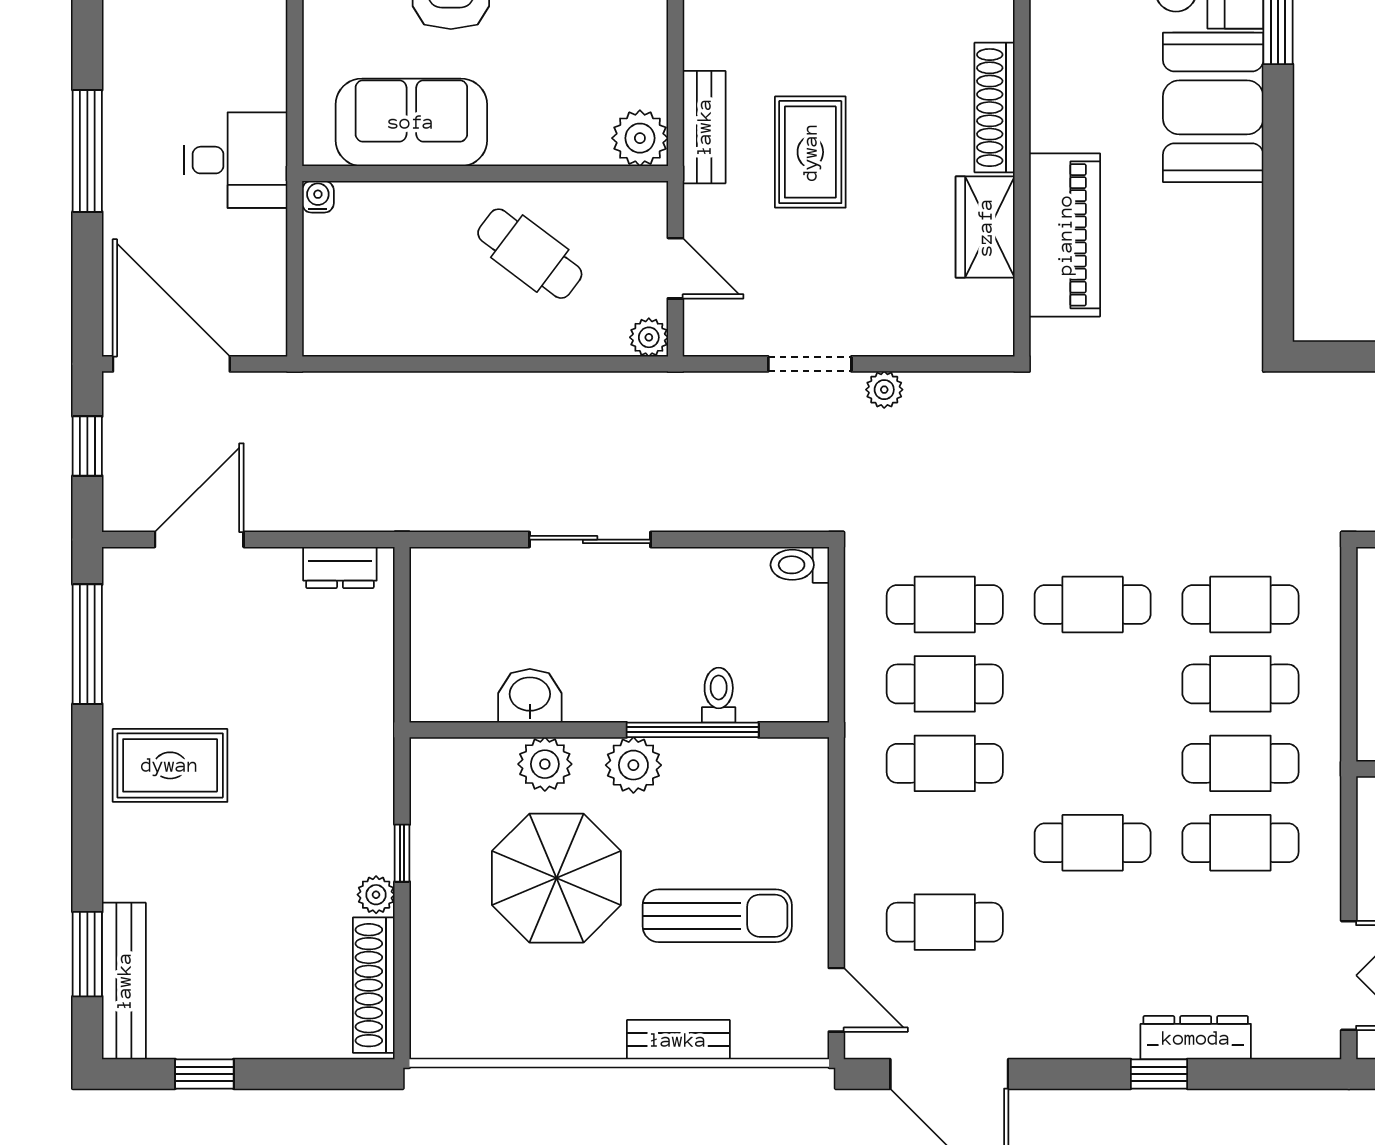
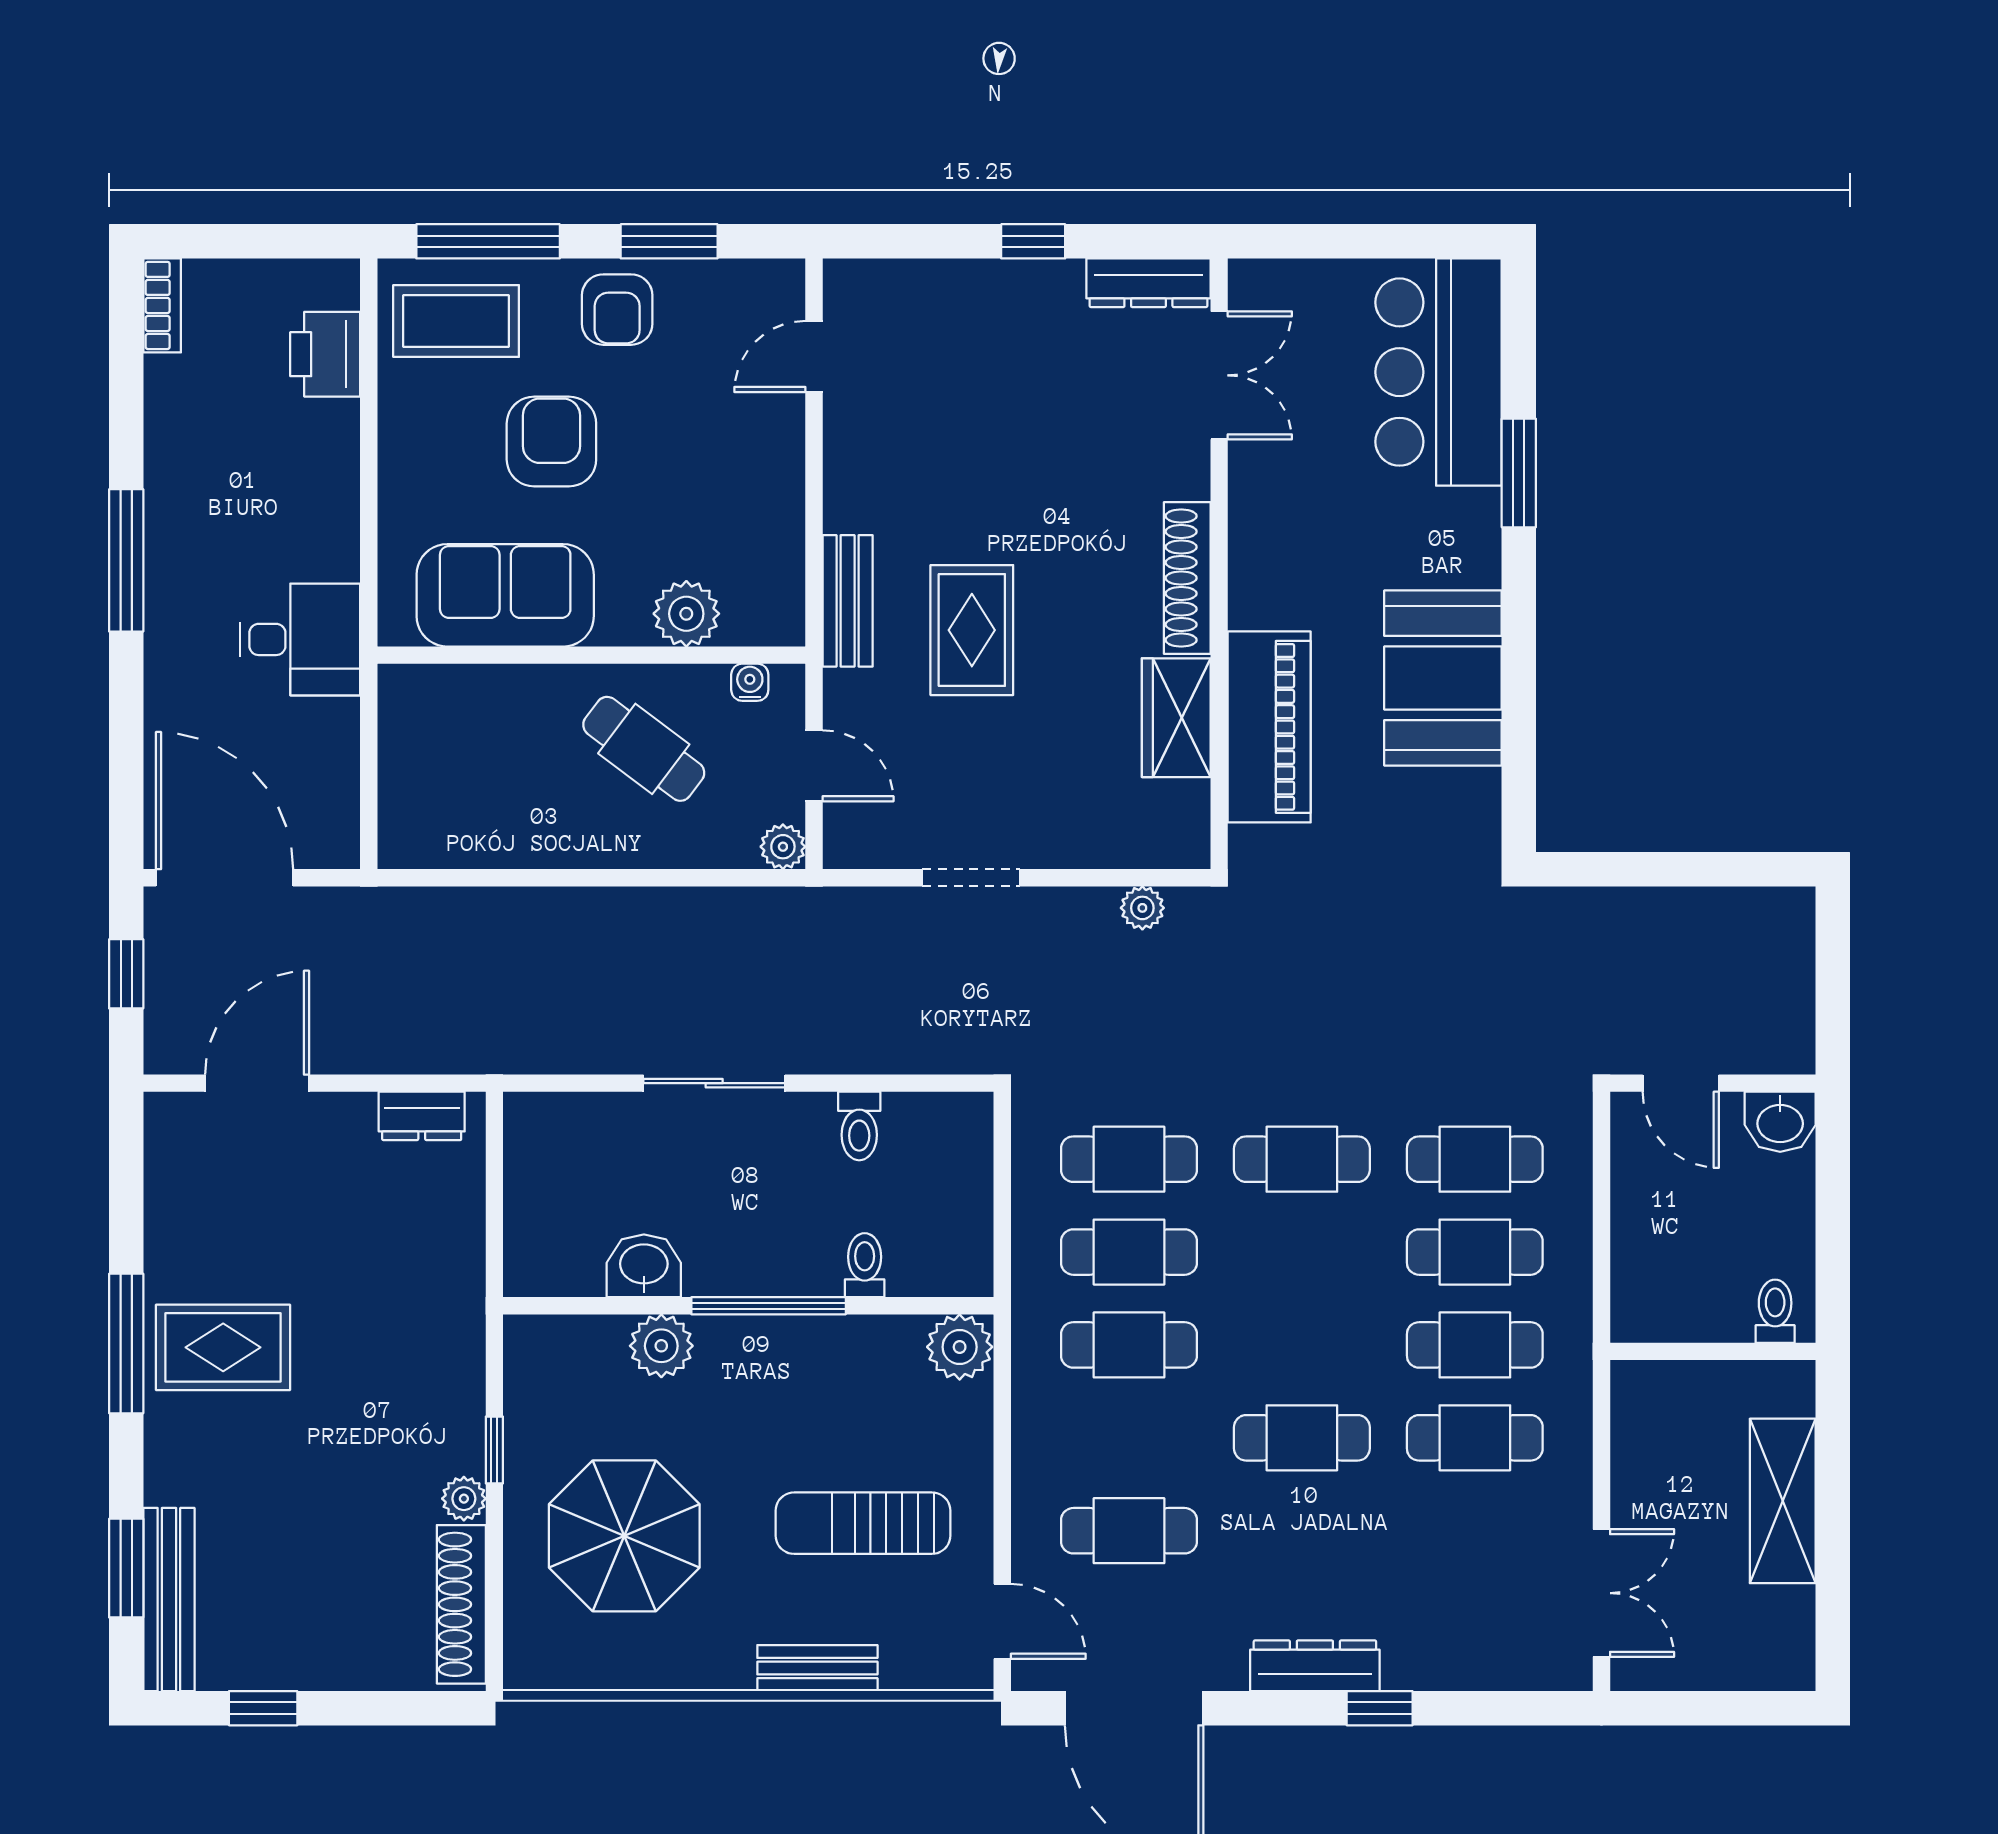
booth: (1213, 107) -> (1443, 678), moved
plant: (640, 138) -> (686, 614), moved
window: (87, 151) -> (126, 560), moved
water cooler: (318, 197) -> (750, 682), moved
plant: (884, 390) -> (1142, 908), moved
toilet: (800, 565) -> (859, 1126), moved, turned -90
window: (87, 644) -> (126, 1343), moved
window: (693, 730) -> (769, 1306), moved
plant: (633, 765) -> (960, 1347), moved
parasol: (556, 878) -> (624, 1536), moved
sun lounger: (717, 916) -> (863, 1523), turned 180
dresser: (1196, 1038) -> (1315, 1666), moved

